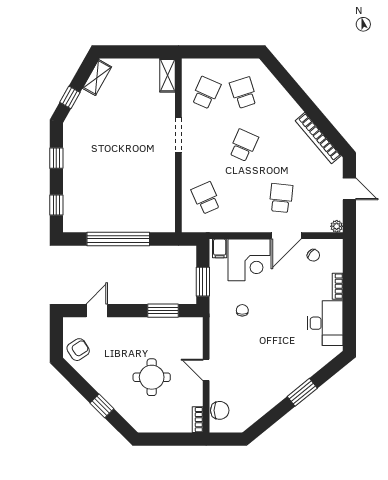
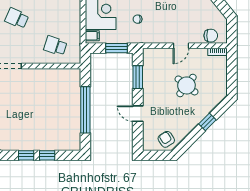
school desk: (206, 198) -> (55, 46), turned 42
window: (56, 205) -> (47, 155), moved
door: (97, 311) -> (138, 114), moved
round table: (152, 377) -> (186, 85), turned 38
chair: (220, 410) -> (211, 36), turned 90

